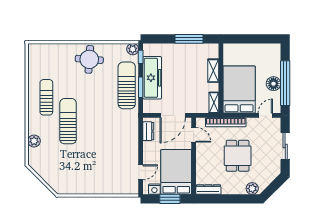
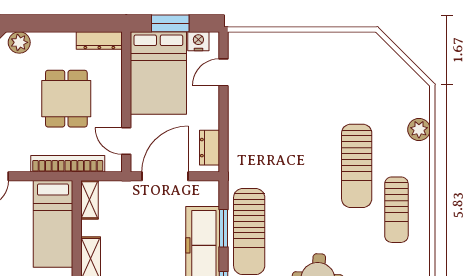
bed: (239, 90) -> (53, 224), width x0.67
dining table: (238, 156) -> (66, 99), moved

